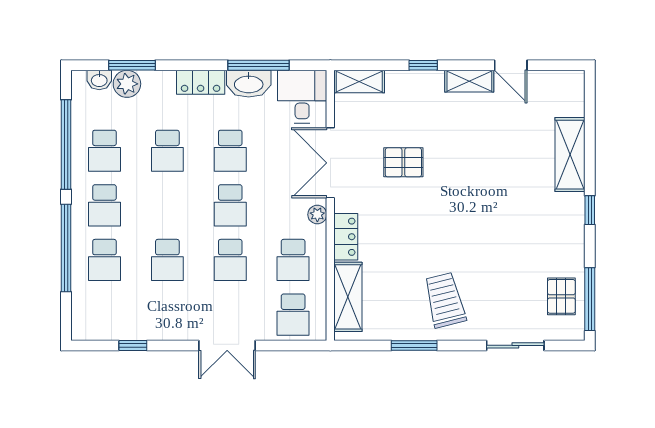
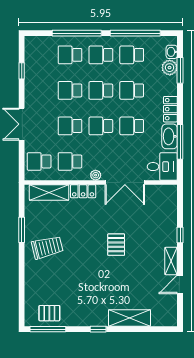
shelving: (359, 81) -> (171, 199), removed
pallet: (403, 162) -> (116, 245), moved
double door: (330, 163) -> (125, 183), swing flipped
school desk: (167, 205) -> (101, 90), added
sliding door: (515, 345) -> (22, 287), removed

